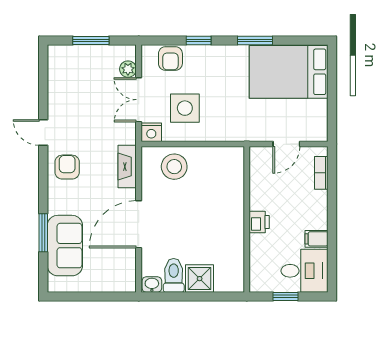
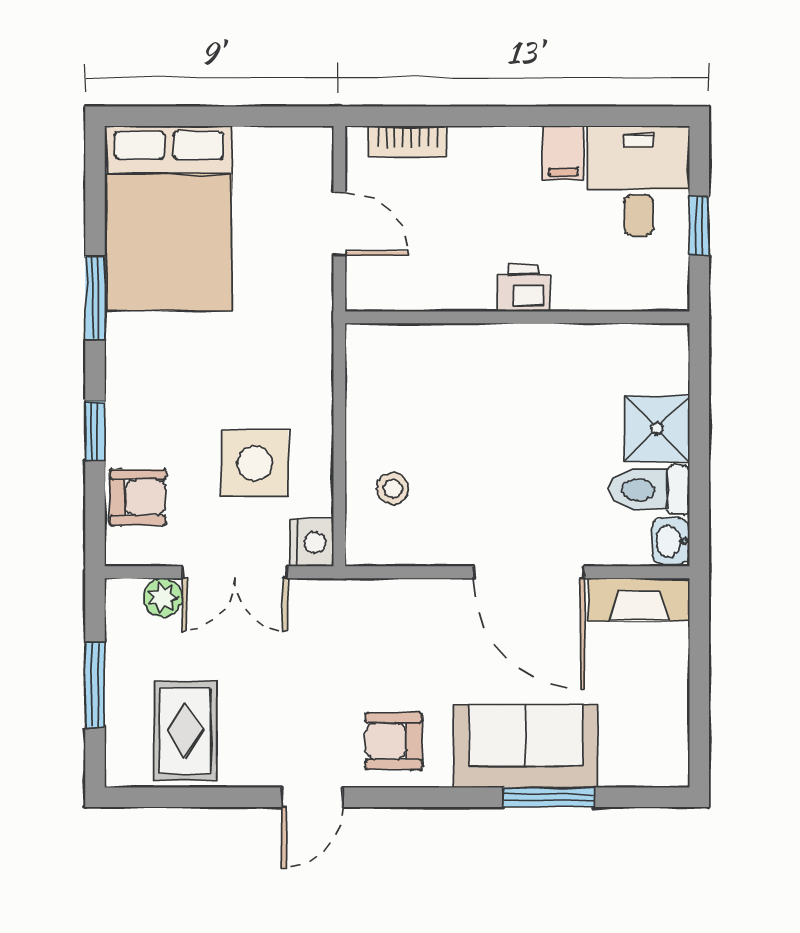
rug: (71, 79) -> (185, 731), added
fireplace: (127, 167) -> (639, 600), moved
stool: (174, 167) -> (393, 488), width x0.53, depth x0.53
sofa: (65, 246) -> (526, 746), moved

